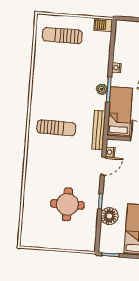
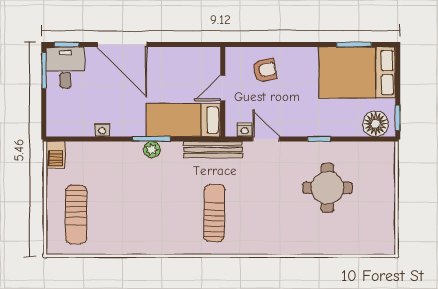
nightstand: (117, 68) -> (102, 130), moved
floor lamp: (109, 216) -> (375, 124), moved

